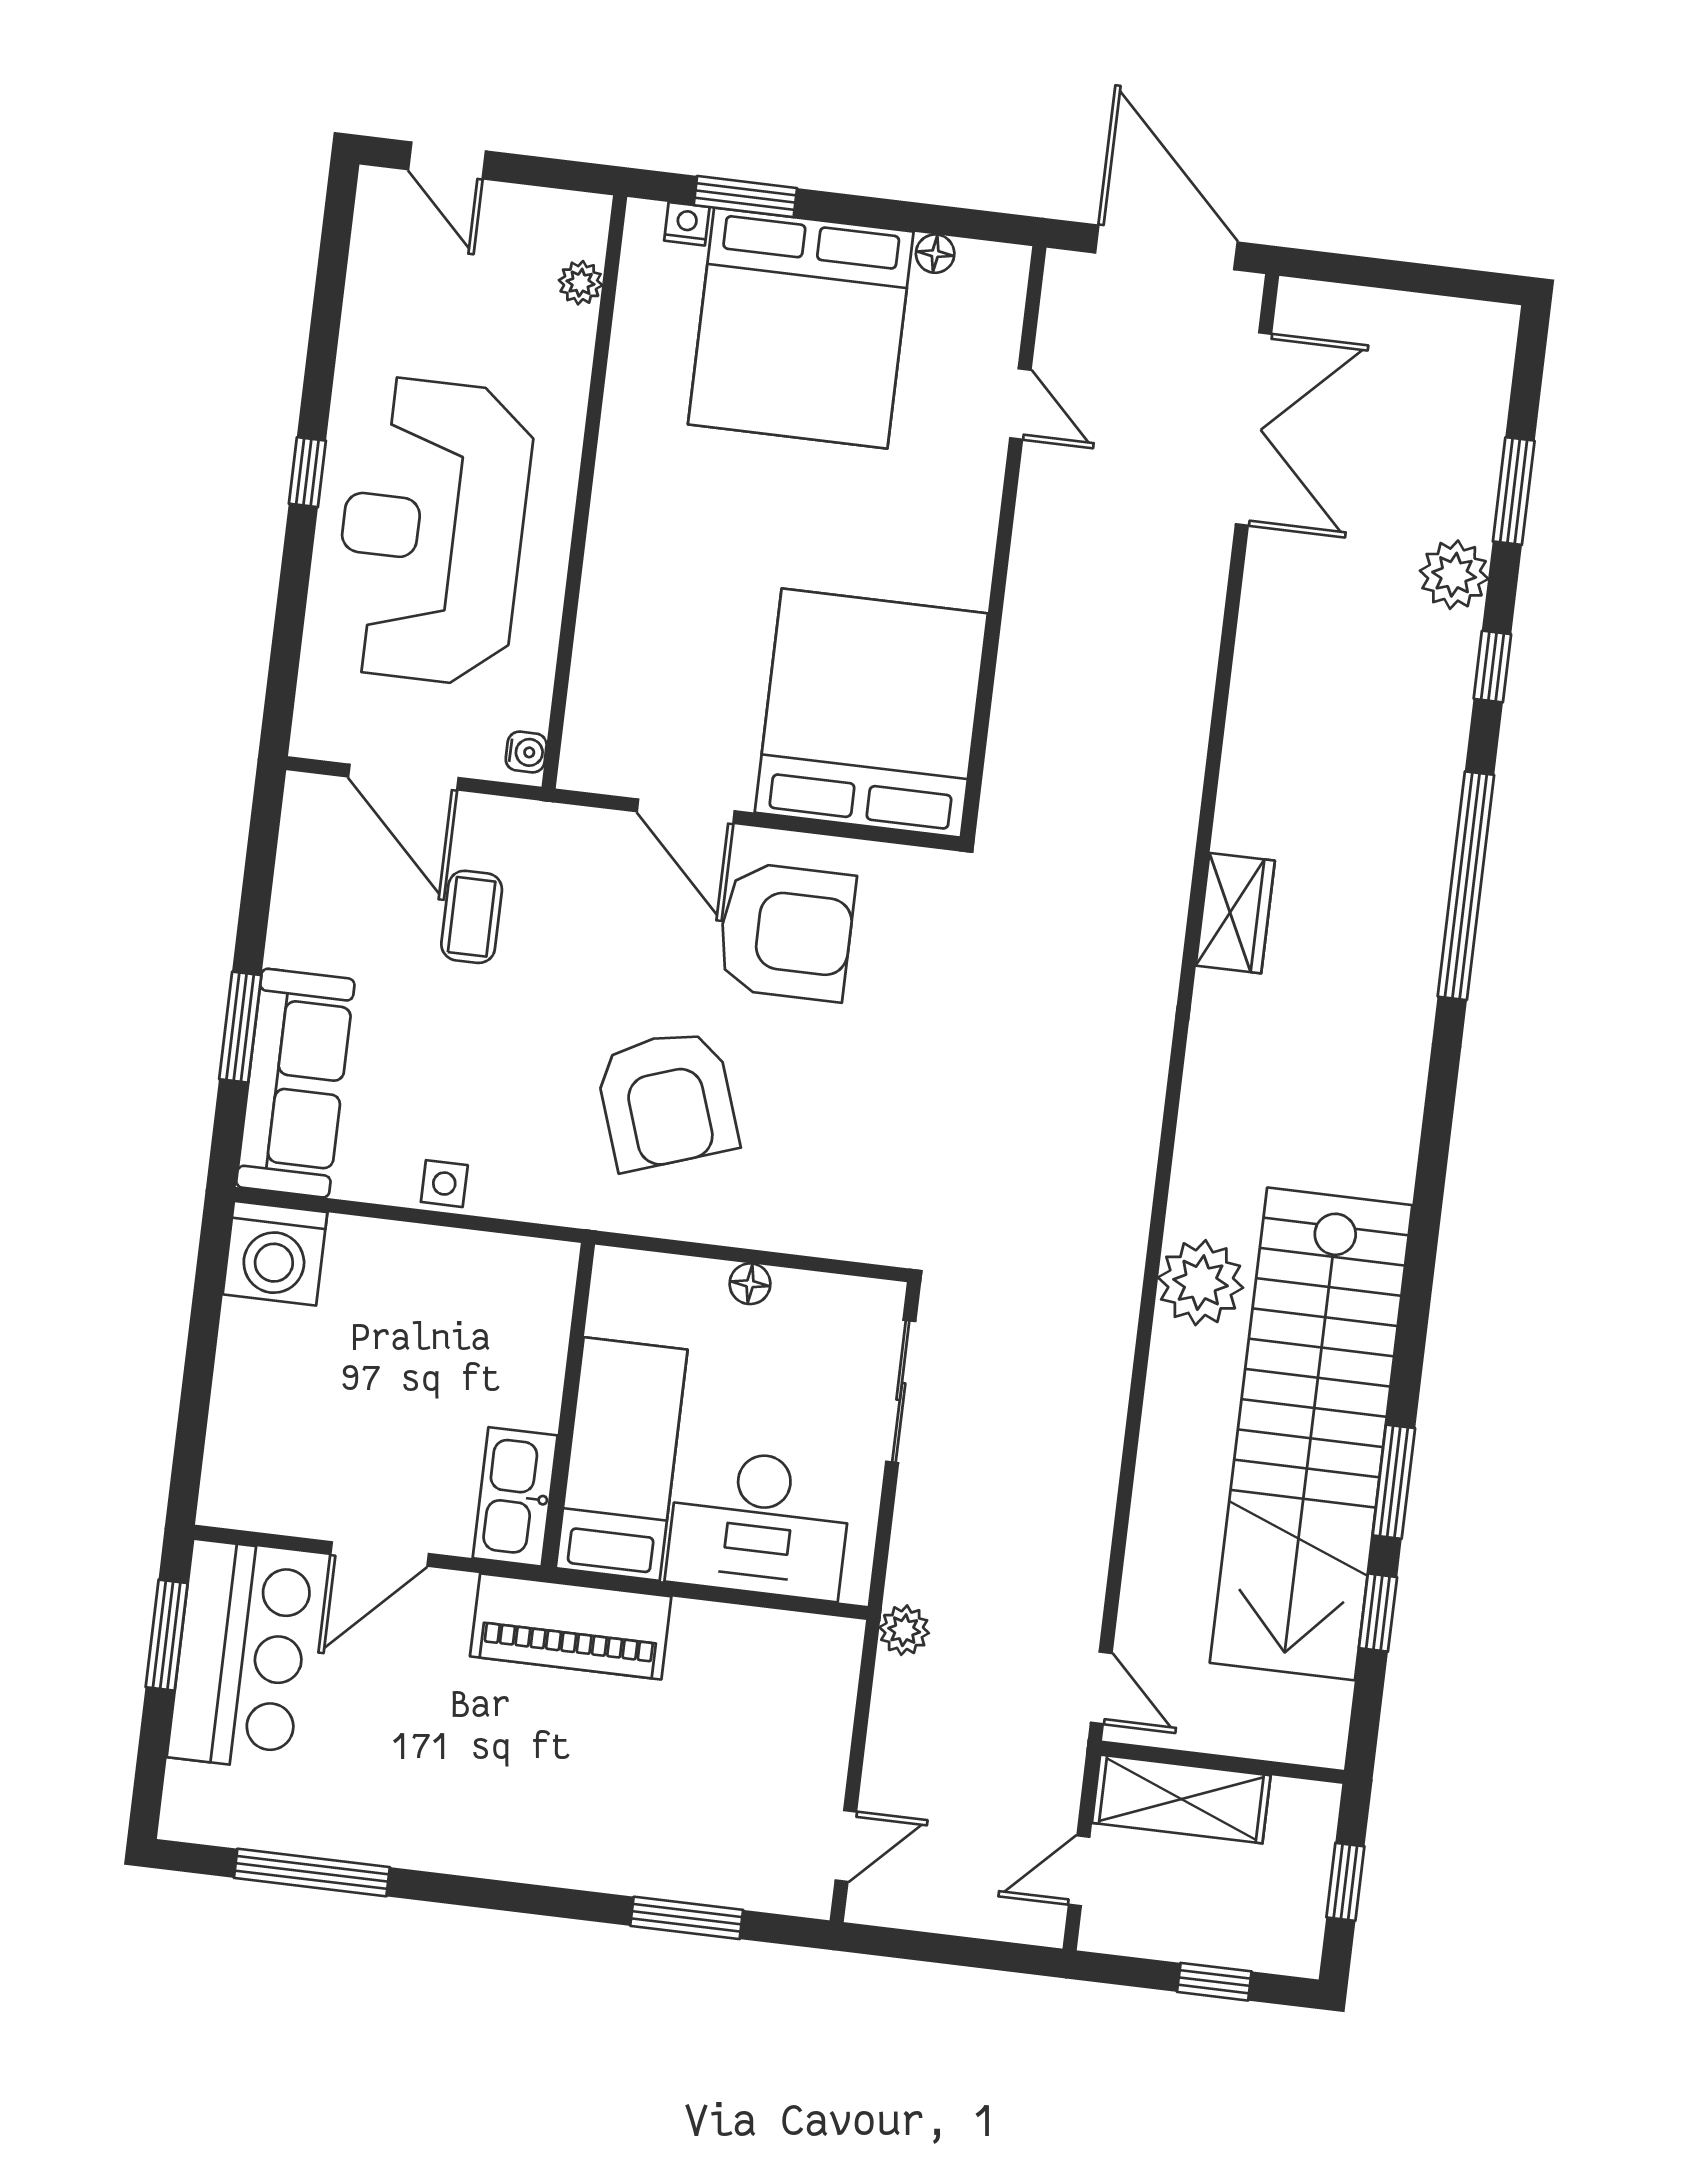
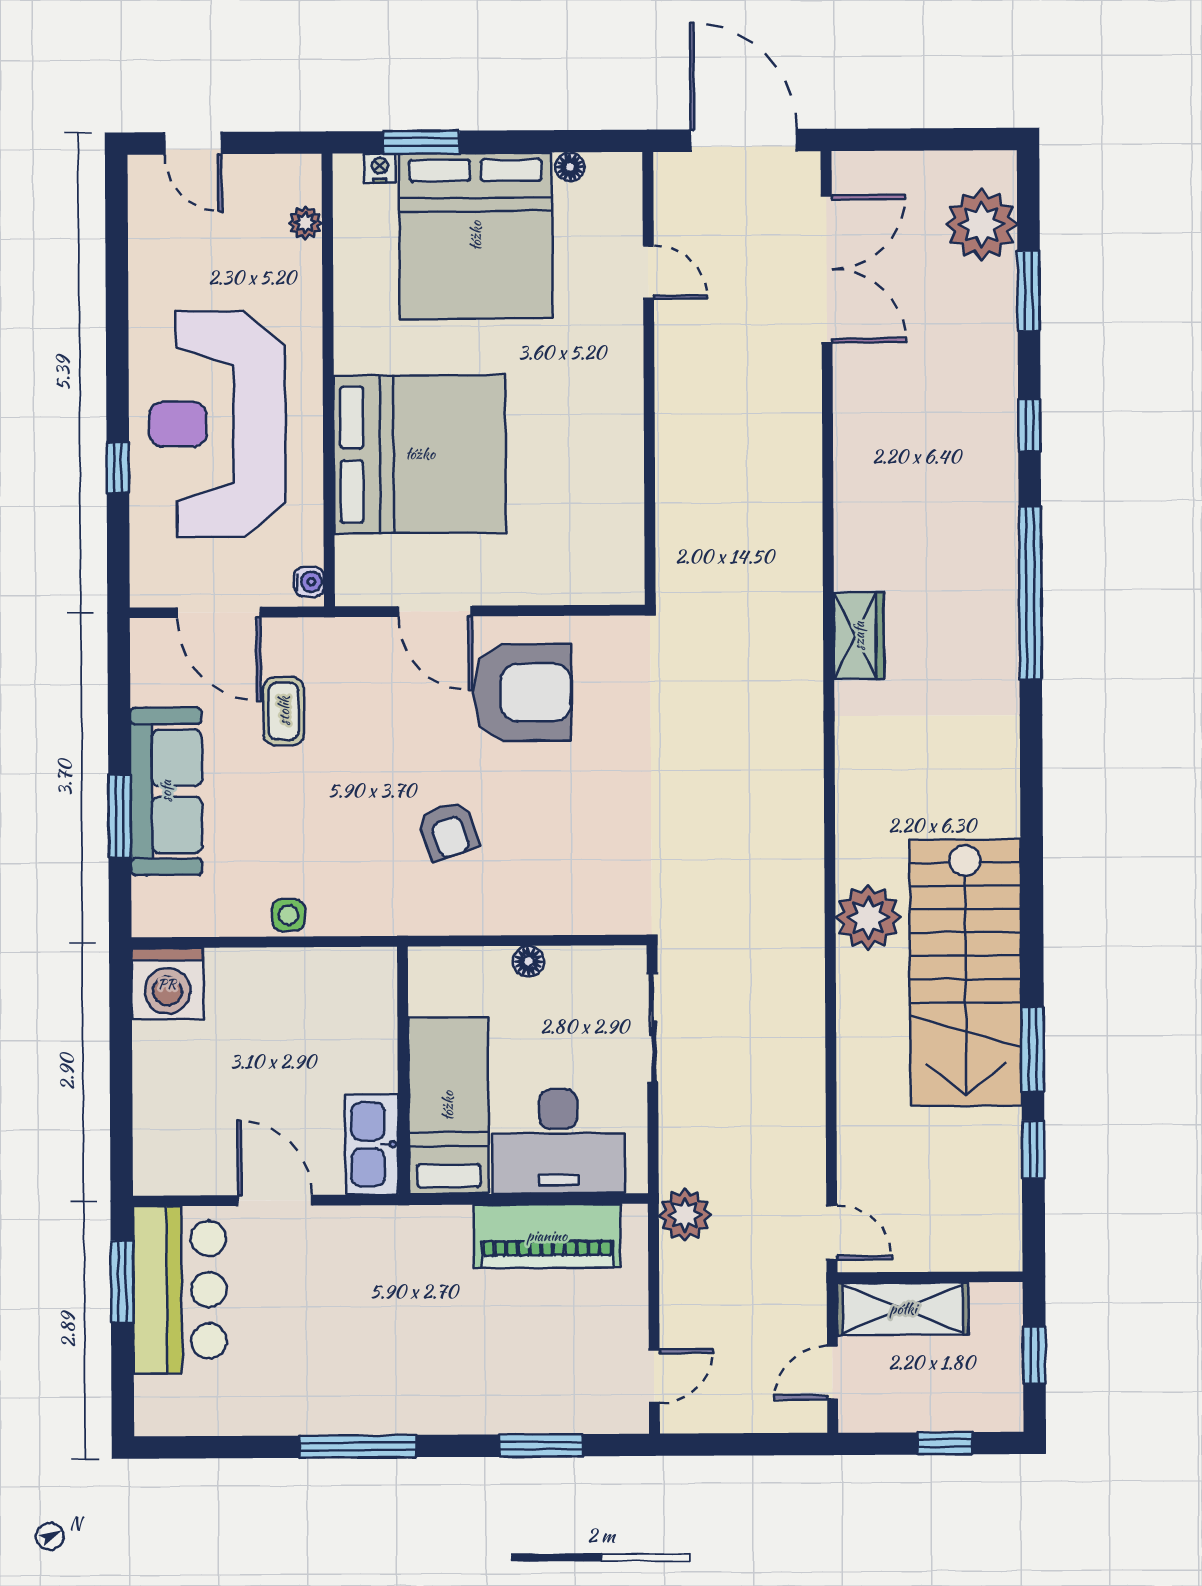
window: (307, 472) -> (118, 467), moved
plant: (1454, 575) -> (982, 225), moved, width x1.36, depth x1.36
bed: (871, 713) -> (420, 454), moved, turned 90
sofa: (295, 1083) -> (166, 791), moved
armchair: (667, 1100) -> (448, 830), width x0.53, depth x0.53
stairs: (1311, 1434) -> (966, 973), width x0.73
door: (380, 1554) -> (275, 1200), swing flipped
piano: (571, 1626) -> (547, 1236), moved
plant: (904, 1630) -> (685, 1215), width x1.38, depth x1.38
window: (312, 1872) -> (358, 1446), moved

